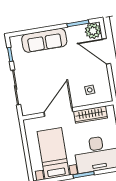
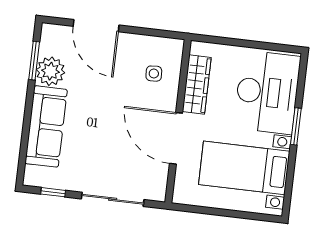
plant: (93, 31) -> (50, 71), moved
door: (106, 51) -> (96, 26), hinge flipped

